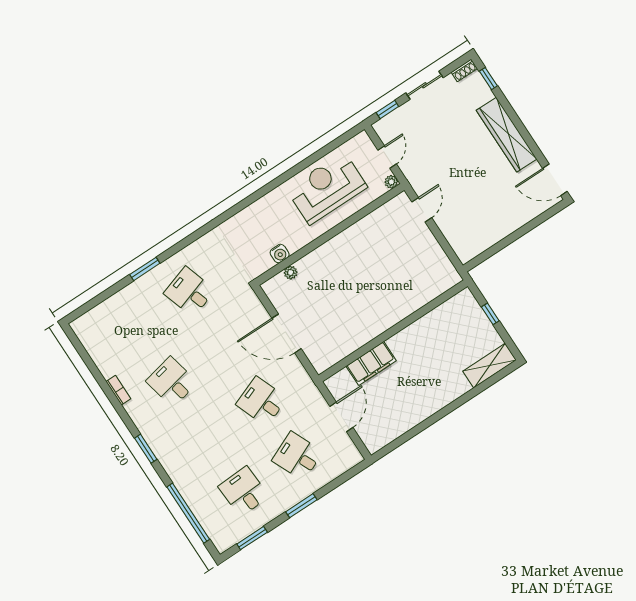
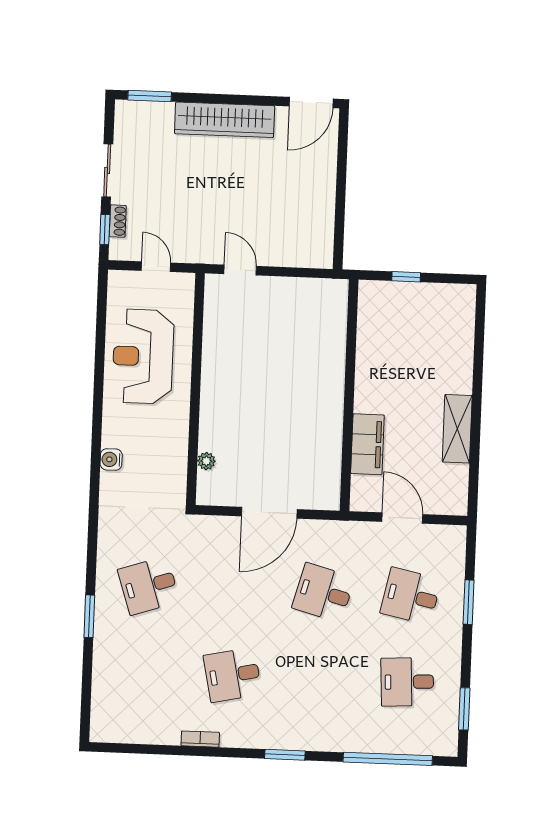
shoe rack: (464, 70) -> (118, 221), moved
window: (488, 79) -> (150, 96), width x1.50
plant: (391, 182) -> (186, 282), removed
water cooler: (280, 254) -> (111, 459), moved, turned 180
shelving: (489, 366) -> (457, 429), moved
desk: (261, 401) -> (323, 593), turned 36
desk: (297, 456) -> (411, 596), turned 36
window: (301, 506) -> (469, 602), moved

